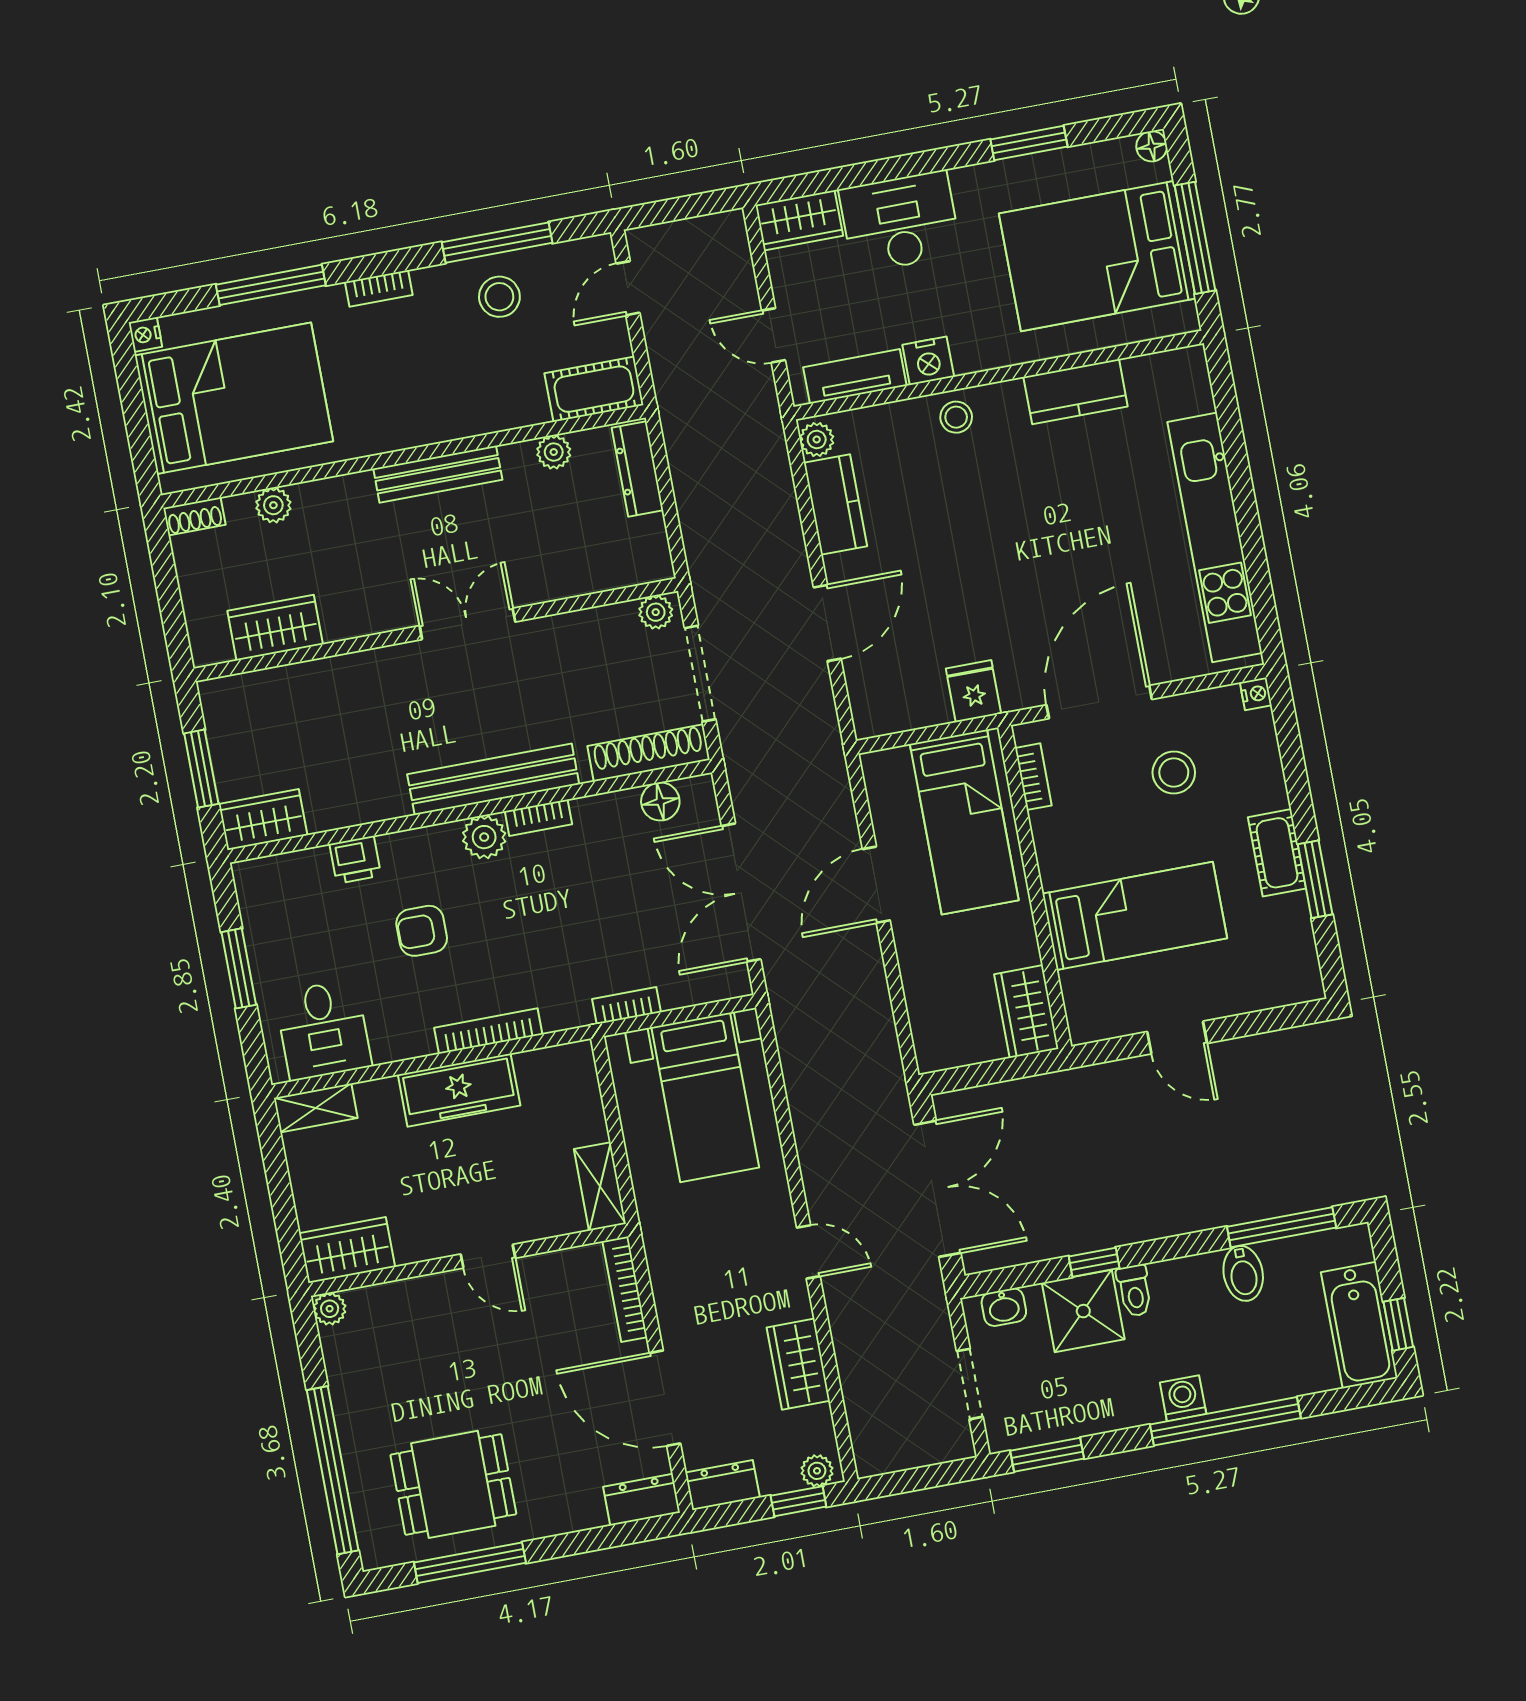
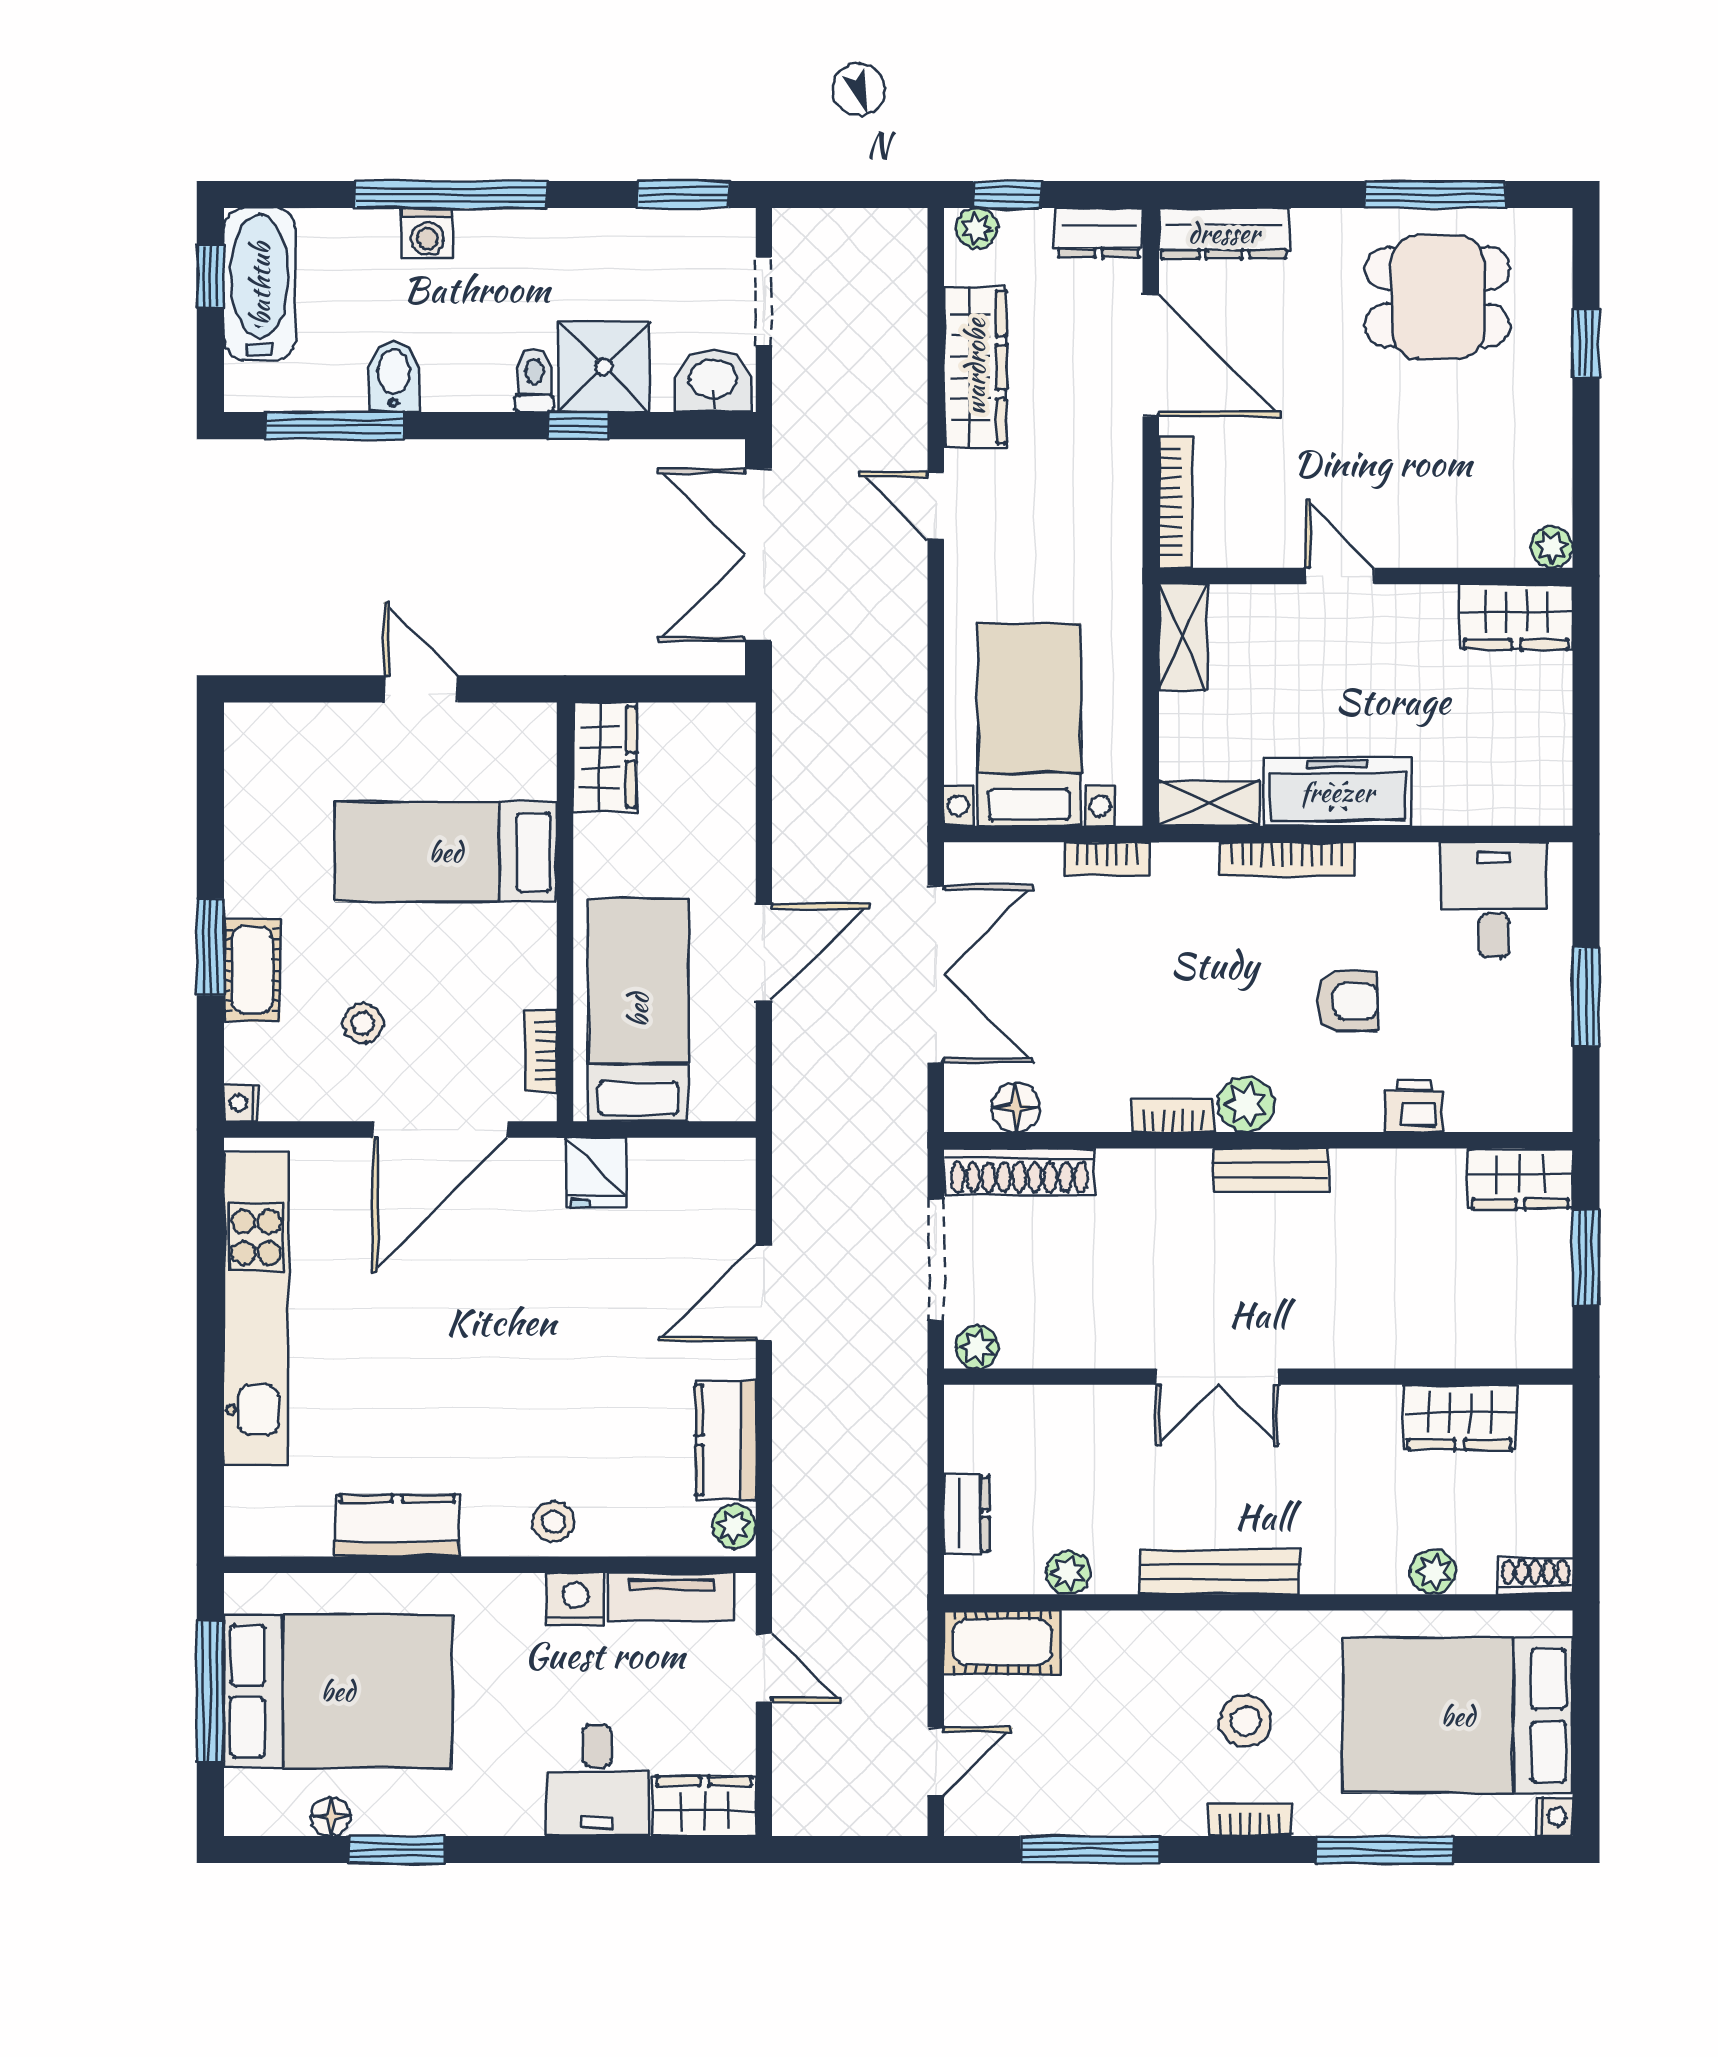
floor lamp: (1152, 146) -> (331, 1817), moved
desk: (900, 222) -> (597, 1781), width x0.73
stool: (499, 297) -> (1245, 1721), moved
dresser: (637, 469) -> (967, 1514), width x0.70
stool: (1174, 773) -> (363, 1023), width x0.73, depth x0.73
bench: (493, 779) -> (1271, 1170), width x0.54, depth x0.82
cot: (1277, 853) -> (252, 970), moved
window: (1315, 879) -> (210, 947), moved
shelving: (316, 1108) -> (1209, 803), moved
washbasin: (1004, 1307) -> (713, 381), width x1.38, depth x1.45
wardrobe: (798, 1364) -> (975, 367), width x1.50
washing machine: (1183, 1398) -> (427, 233), moved
window: (333, 1470) -> (1586, 343), width x0.32
dresser: (642, 1500) -> (1224, 233), width x1.44

